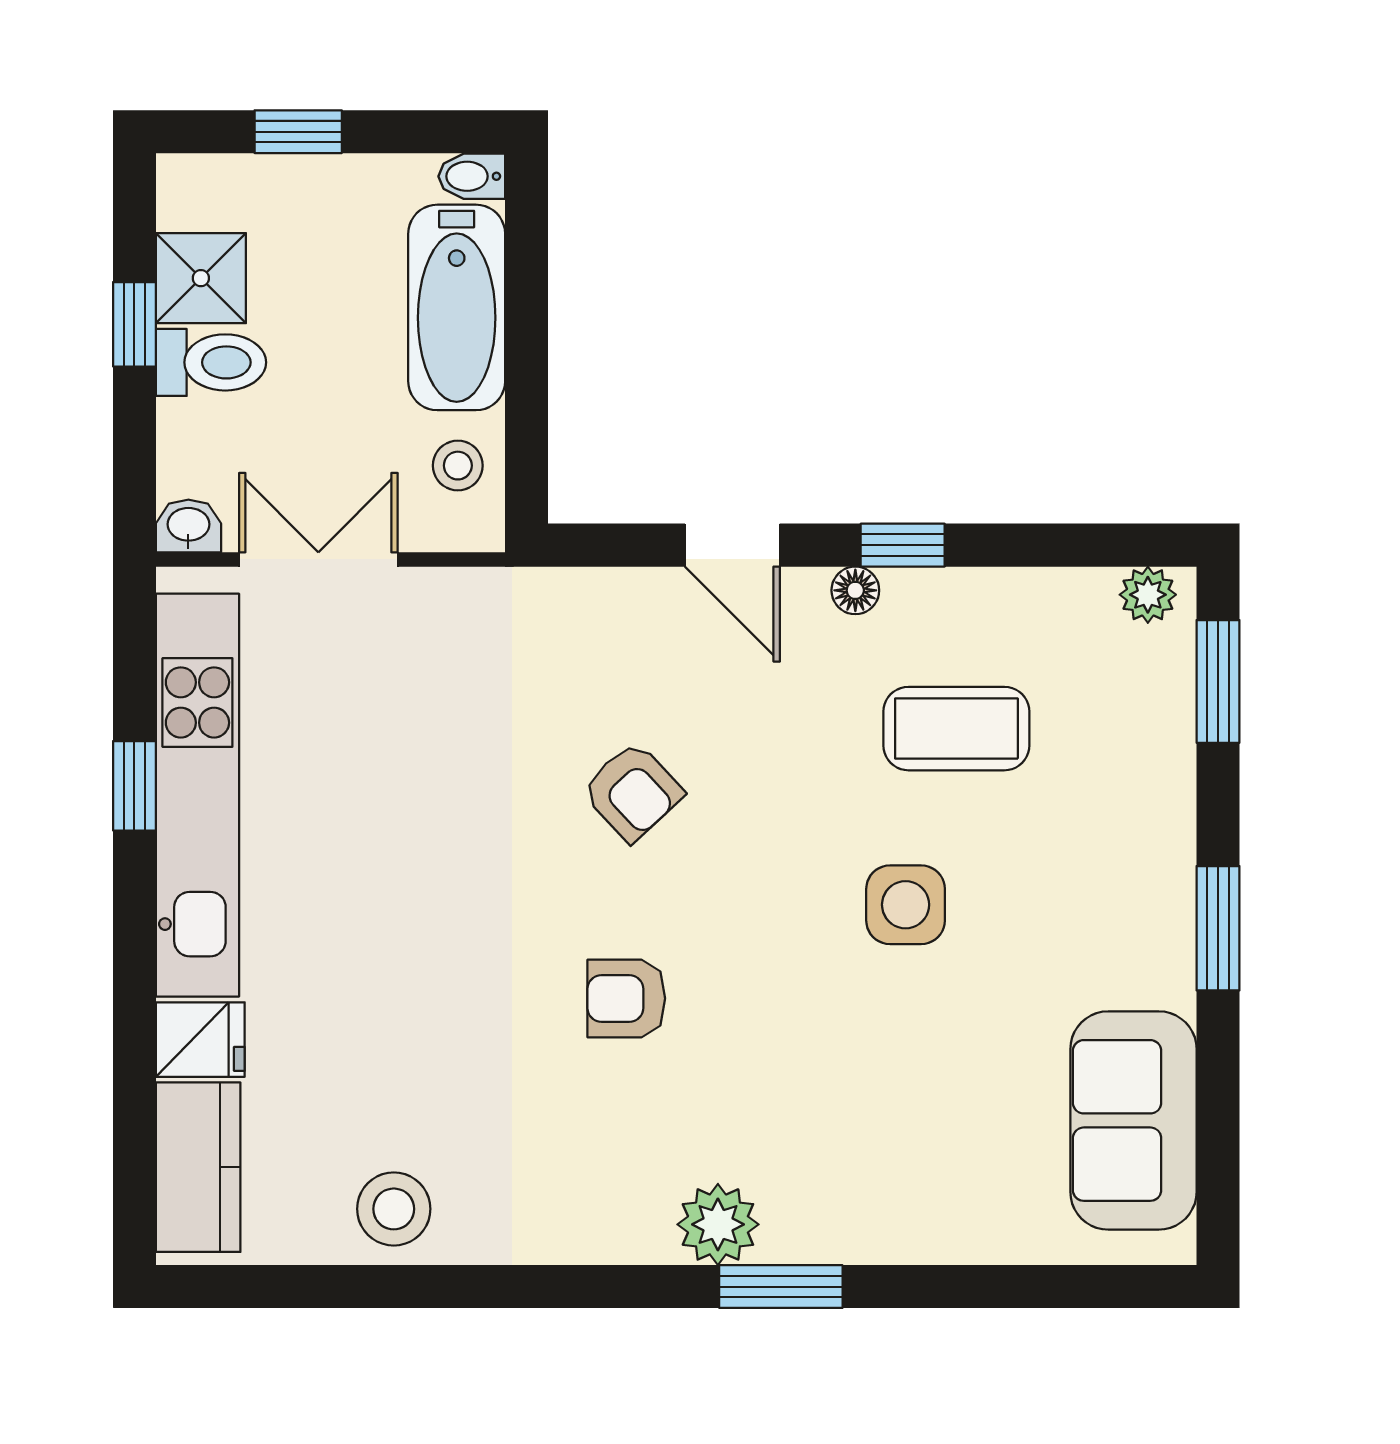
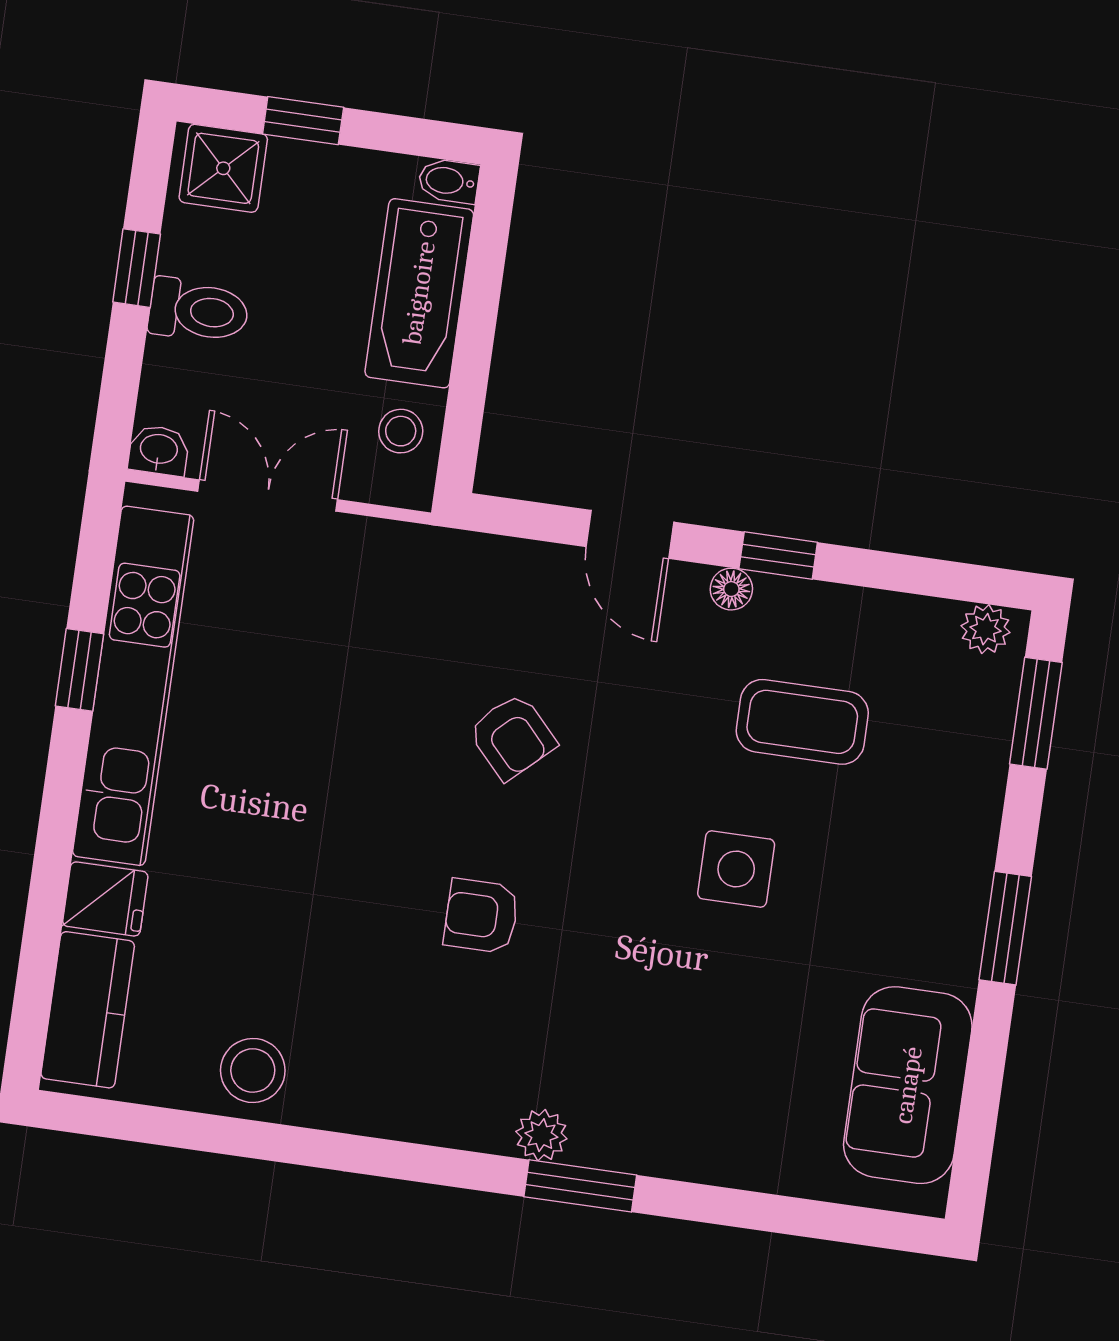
shower: (201, 278) -> (223, 168), moved
plant: (718, 1224) -> (541, 1135), width x0.73, depth x0.73

